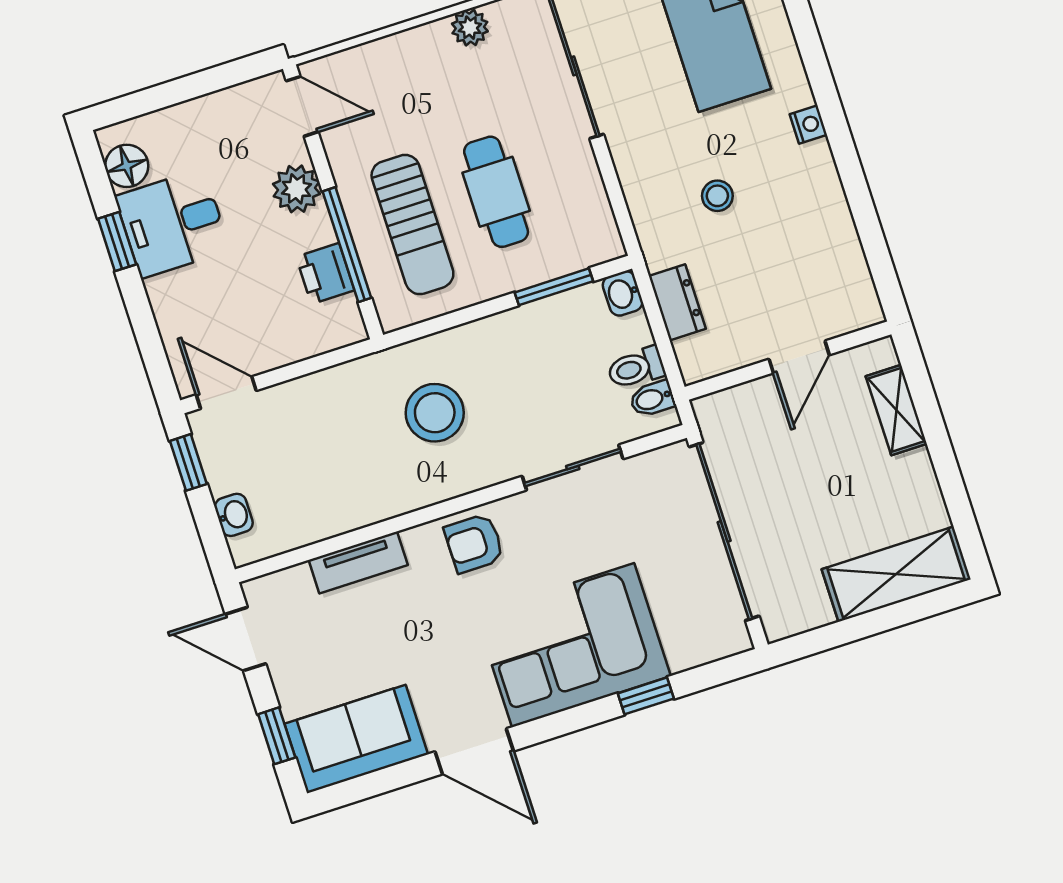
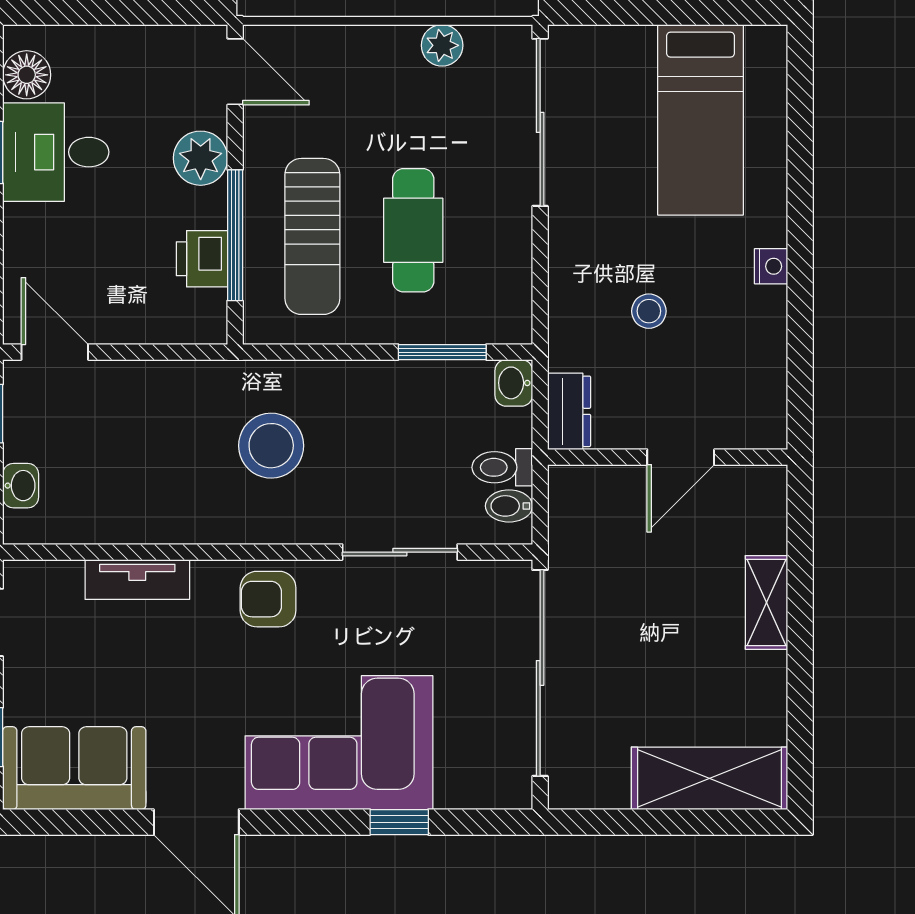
door: (799, 357) -> (681, 457), moved
wall: (788, 361) -> (668, 457), moved

